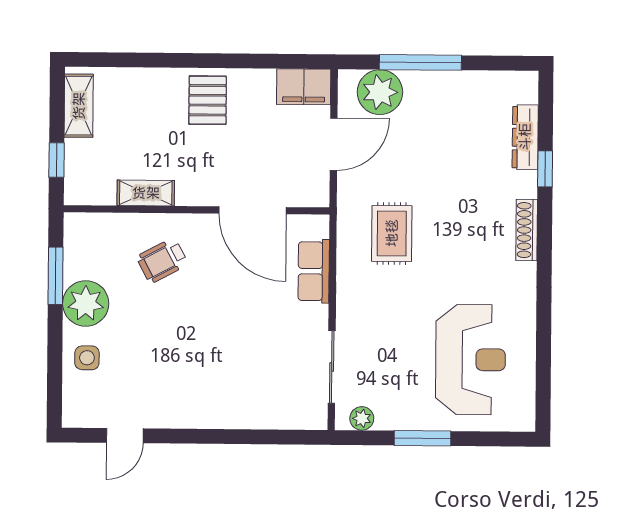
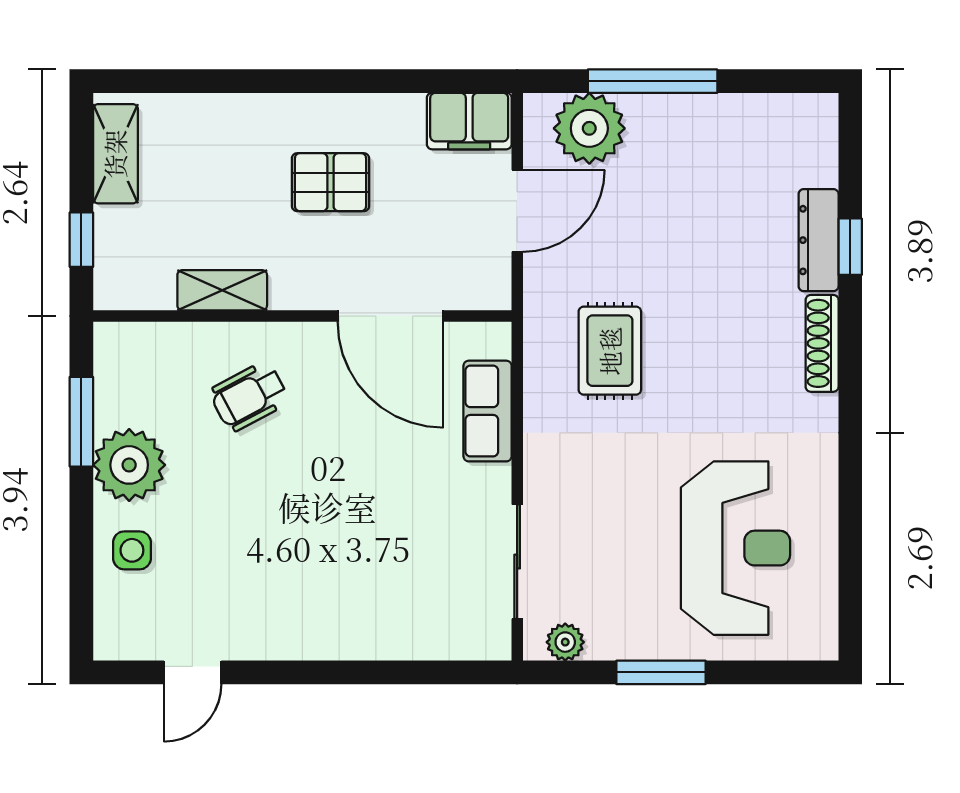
pallet: (208, 100) -> (331, 182), moved, turned 90
dresser: (525, 137) -> (819, 240), moved

